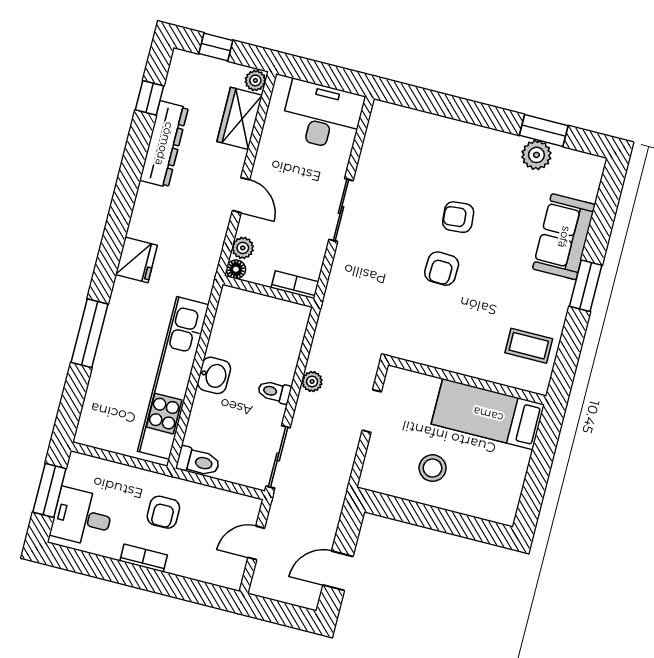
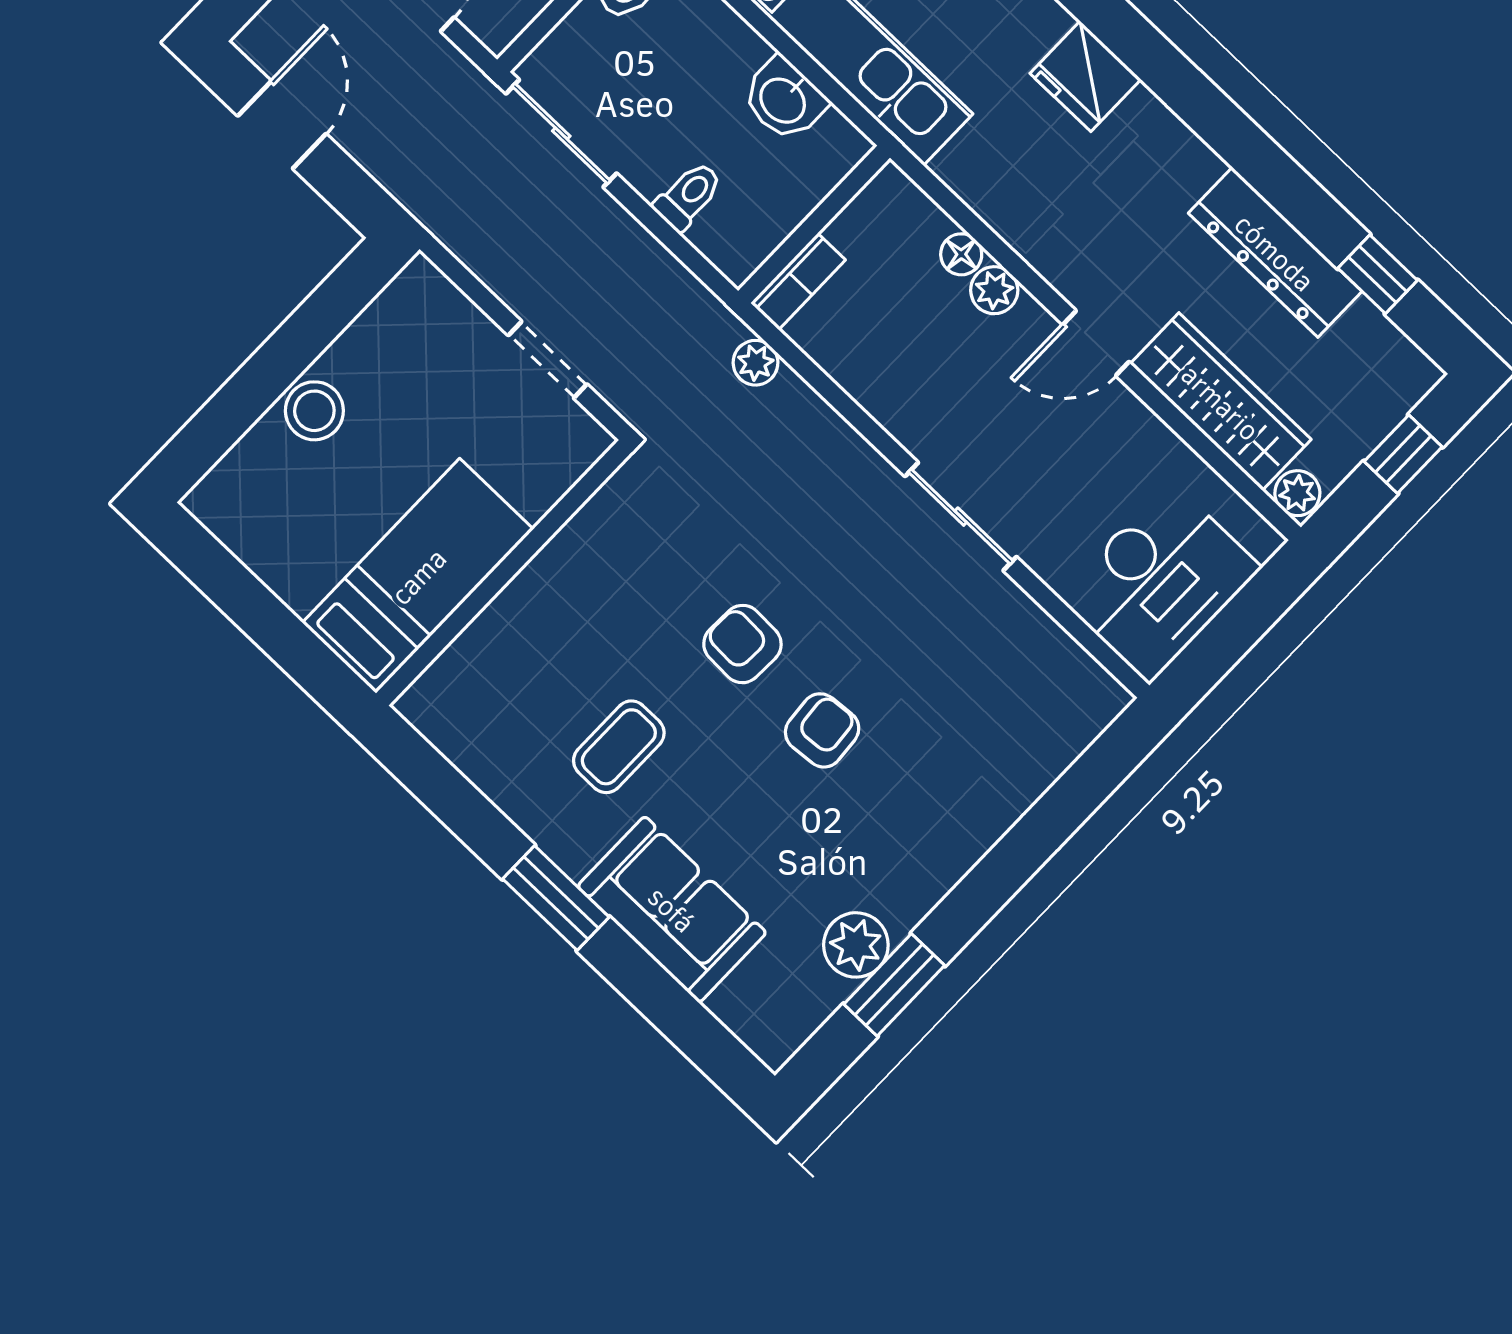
wardrobe: (240, 118) -> (1221, 402), width x1.50
bookcase: (295, 285) -> (798, 281), moved
wall: (268, 291) -> (814, 224), moved
coffee table: (529, 346) -> (619, 747), moved
plant: (312, 381) -> (756, 363), moved
stool: (433, 468) -> (314, 411), moved

